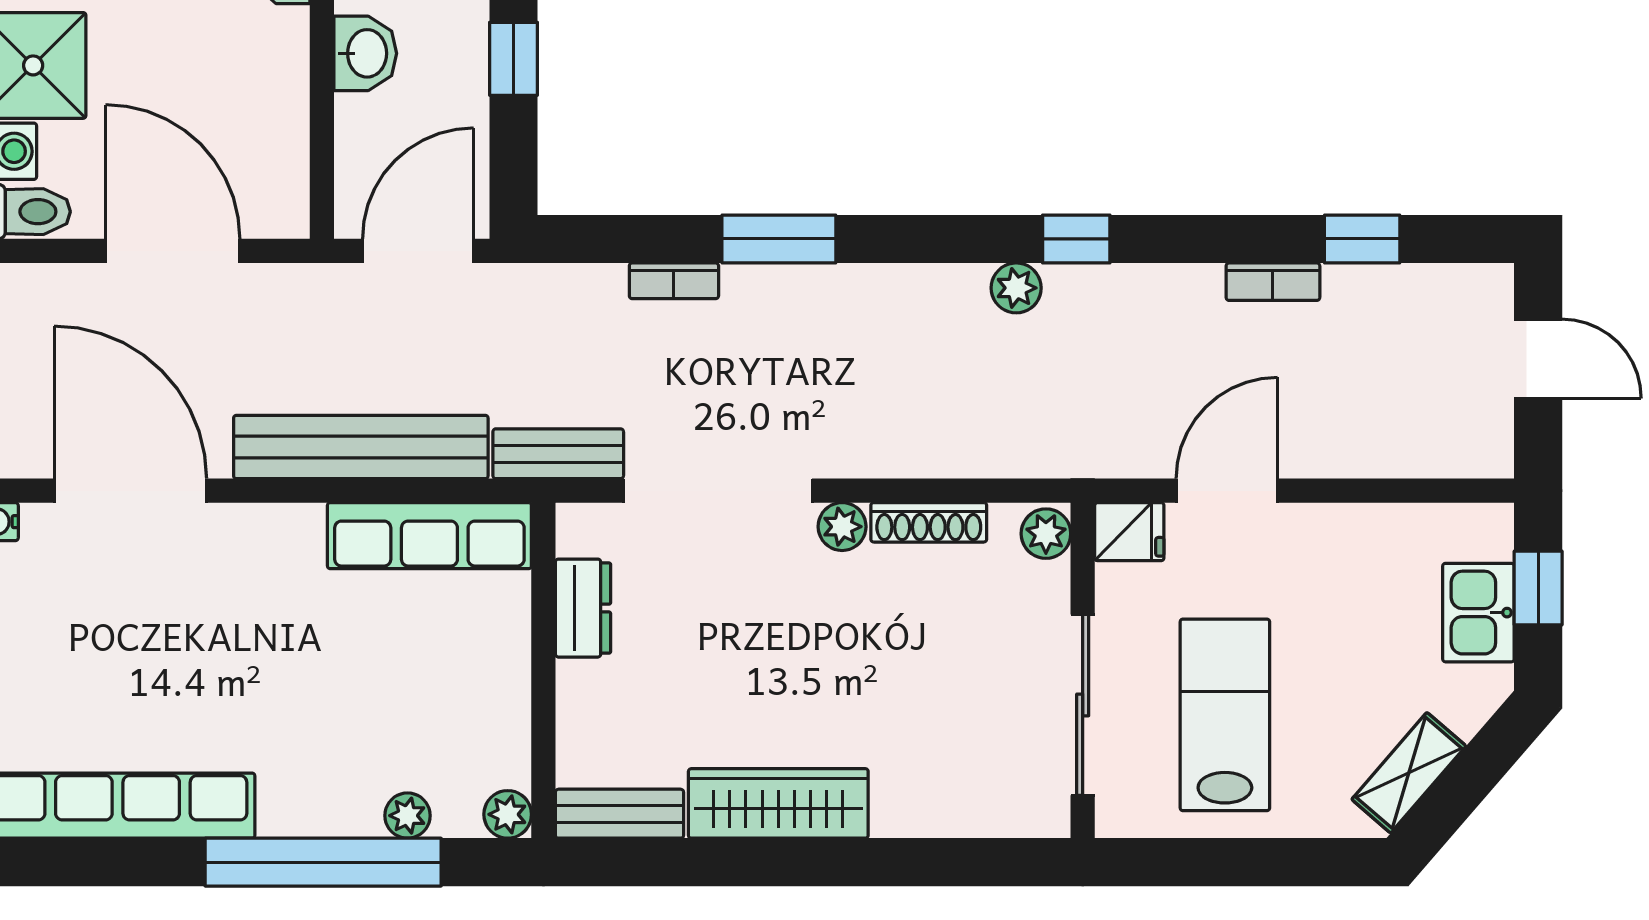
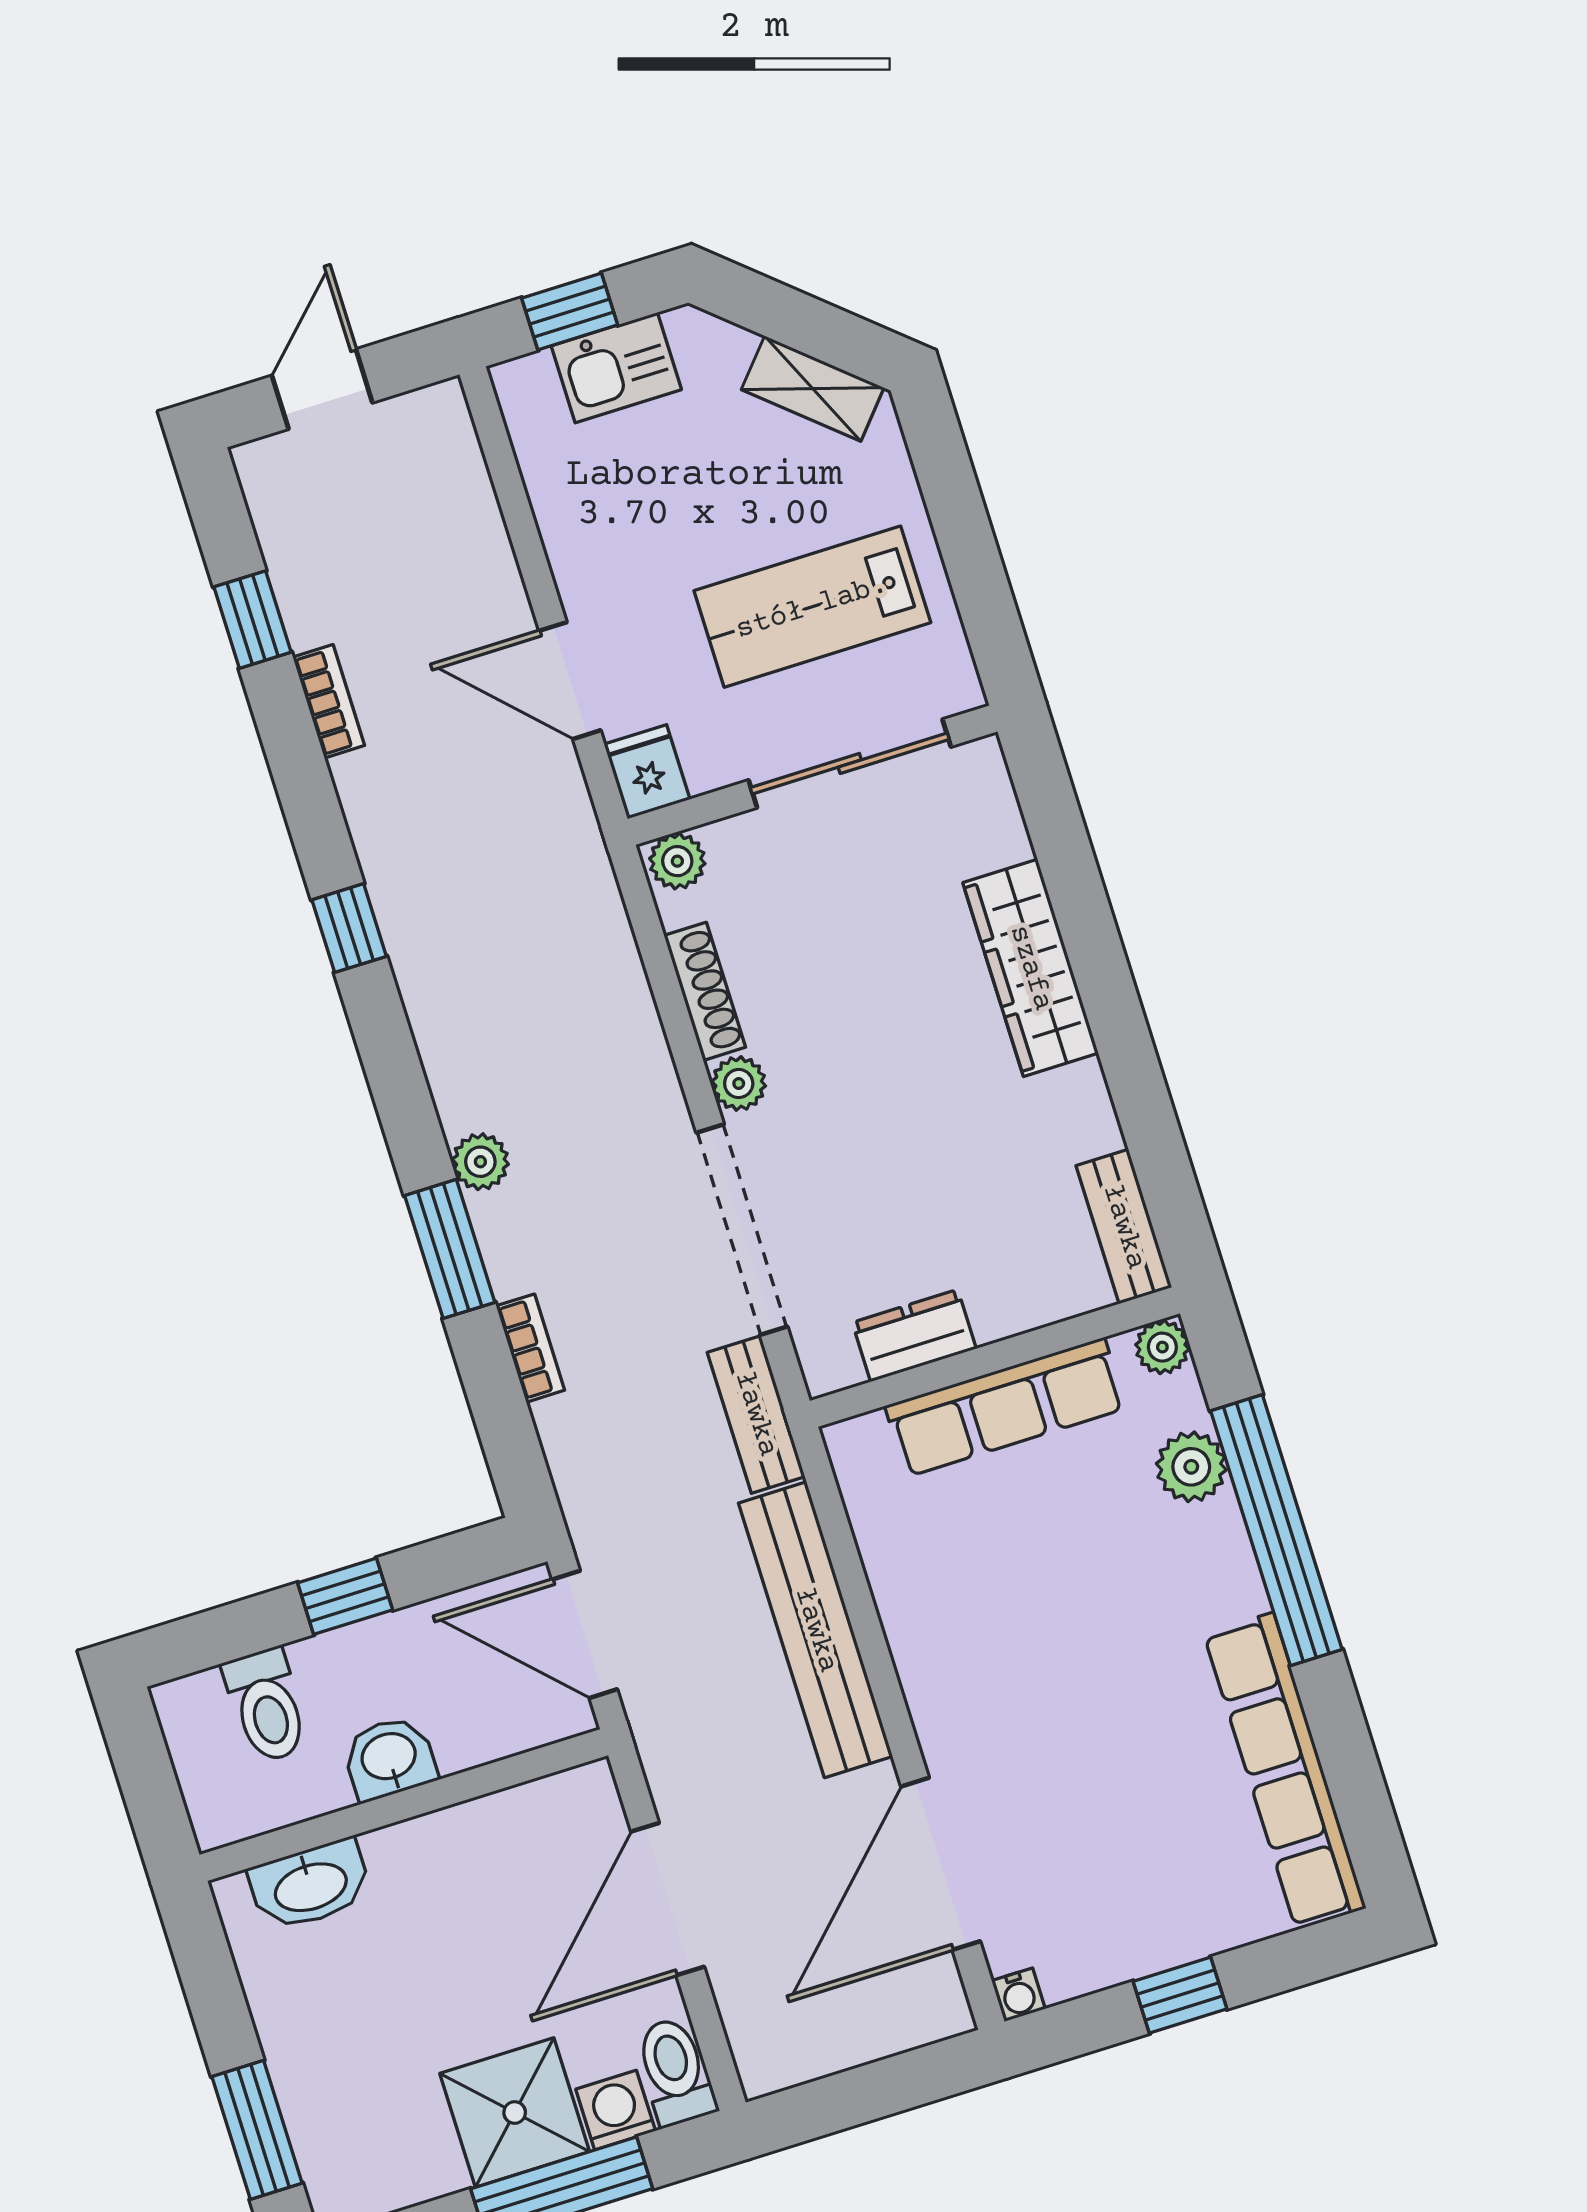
plant: (1016, 288) -> (480, 1162), moved
row of seats: (429, 536) -> (1006, 1407), moved, turned 90
wardrobe: (778, 803) -> (1031, 968), moved
plant: (407, 816) -> (1191, 1467), width x1.38, depth x1.38

